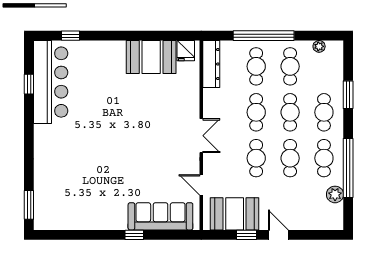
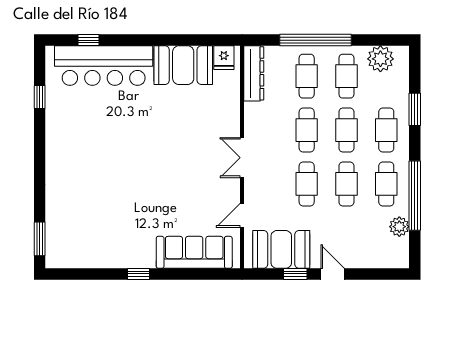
plant: (319, 46) -> (380, 59), width x1.88, depth x1.88
bar counter: (51, 82) -> (104, 66), moved, turned 90
double door: (201, 136) -> (242, 158), swing flipped
door: (201, 185) -> (242, 215), hinge flipped
window: (134, 235) -> (139, 274), moved

